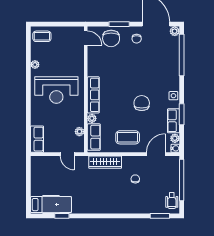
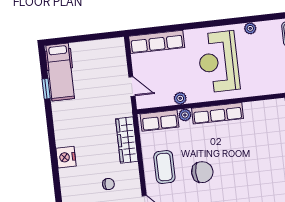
chair: (142, 103) -> (202, 172), moved
plant: (79, 132) -> (180, 98), moved
row of seats: (37, 139) -> (157, 42), width x1.48
door: (67, 154) -> (132, 87), swing flipped
nightstand: (113, 207) -> (66, 157), added

